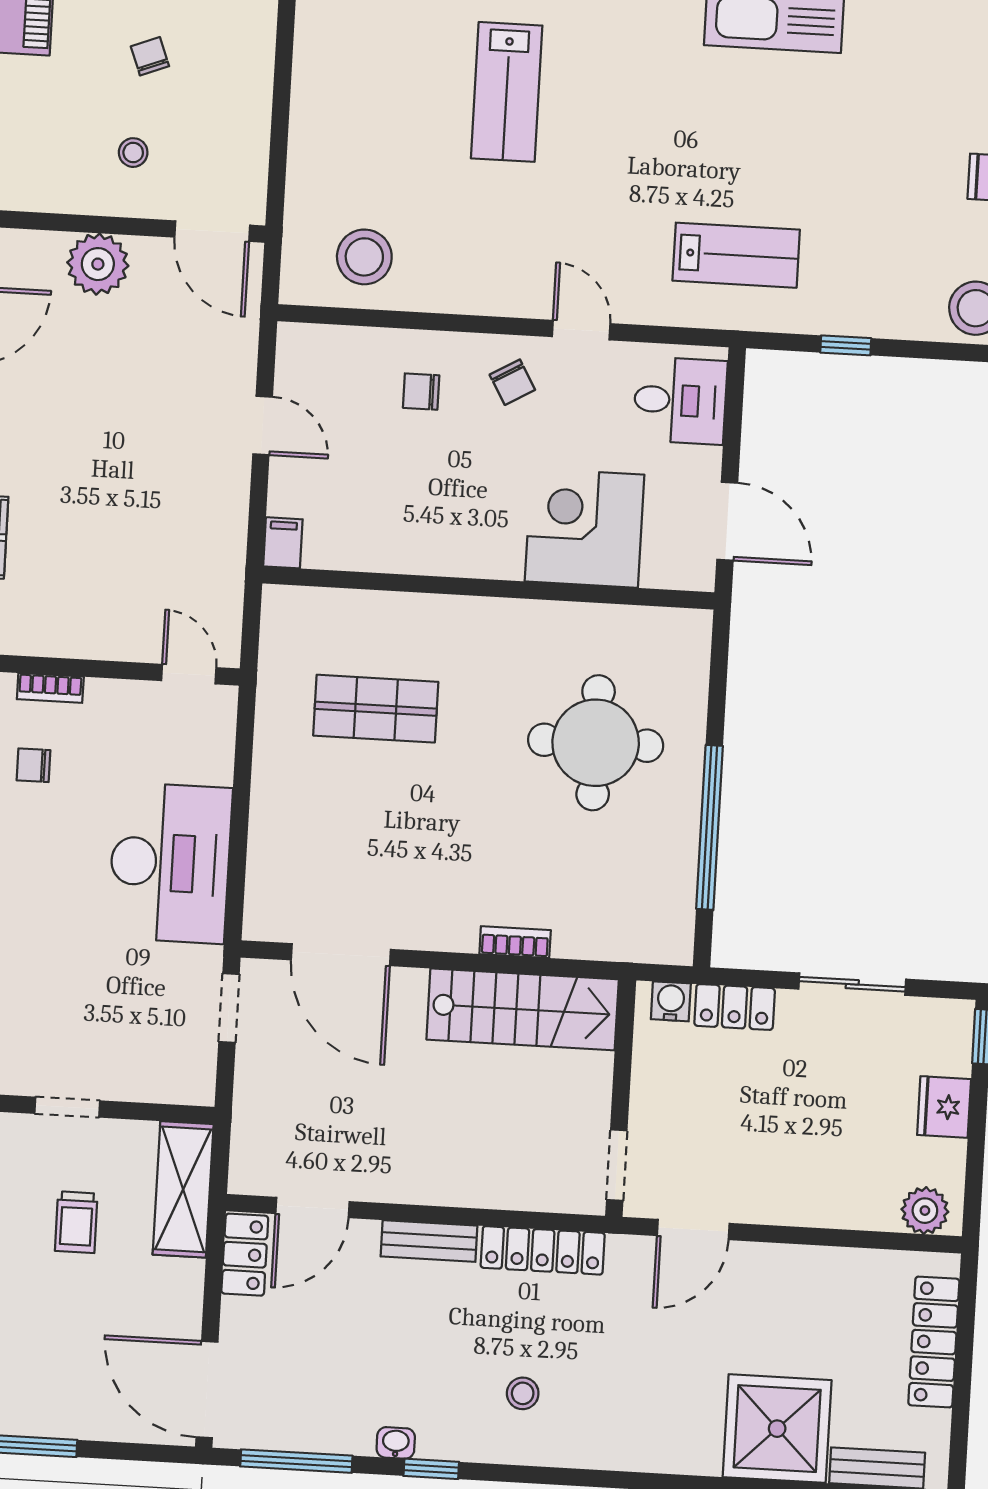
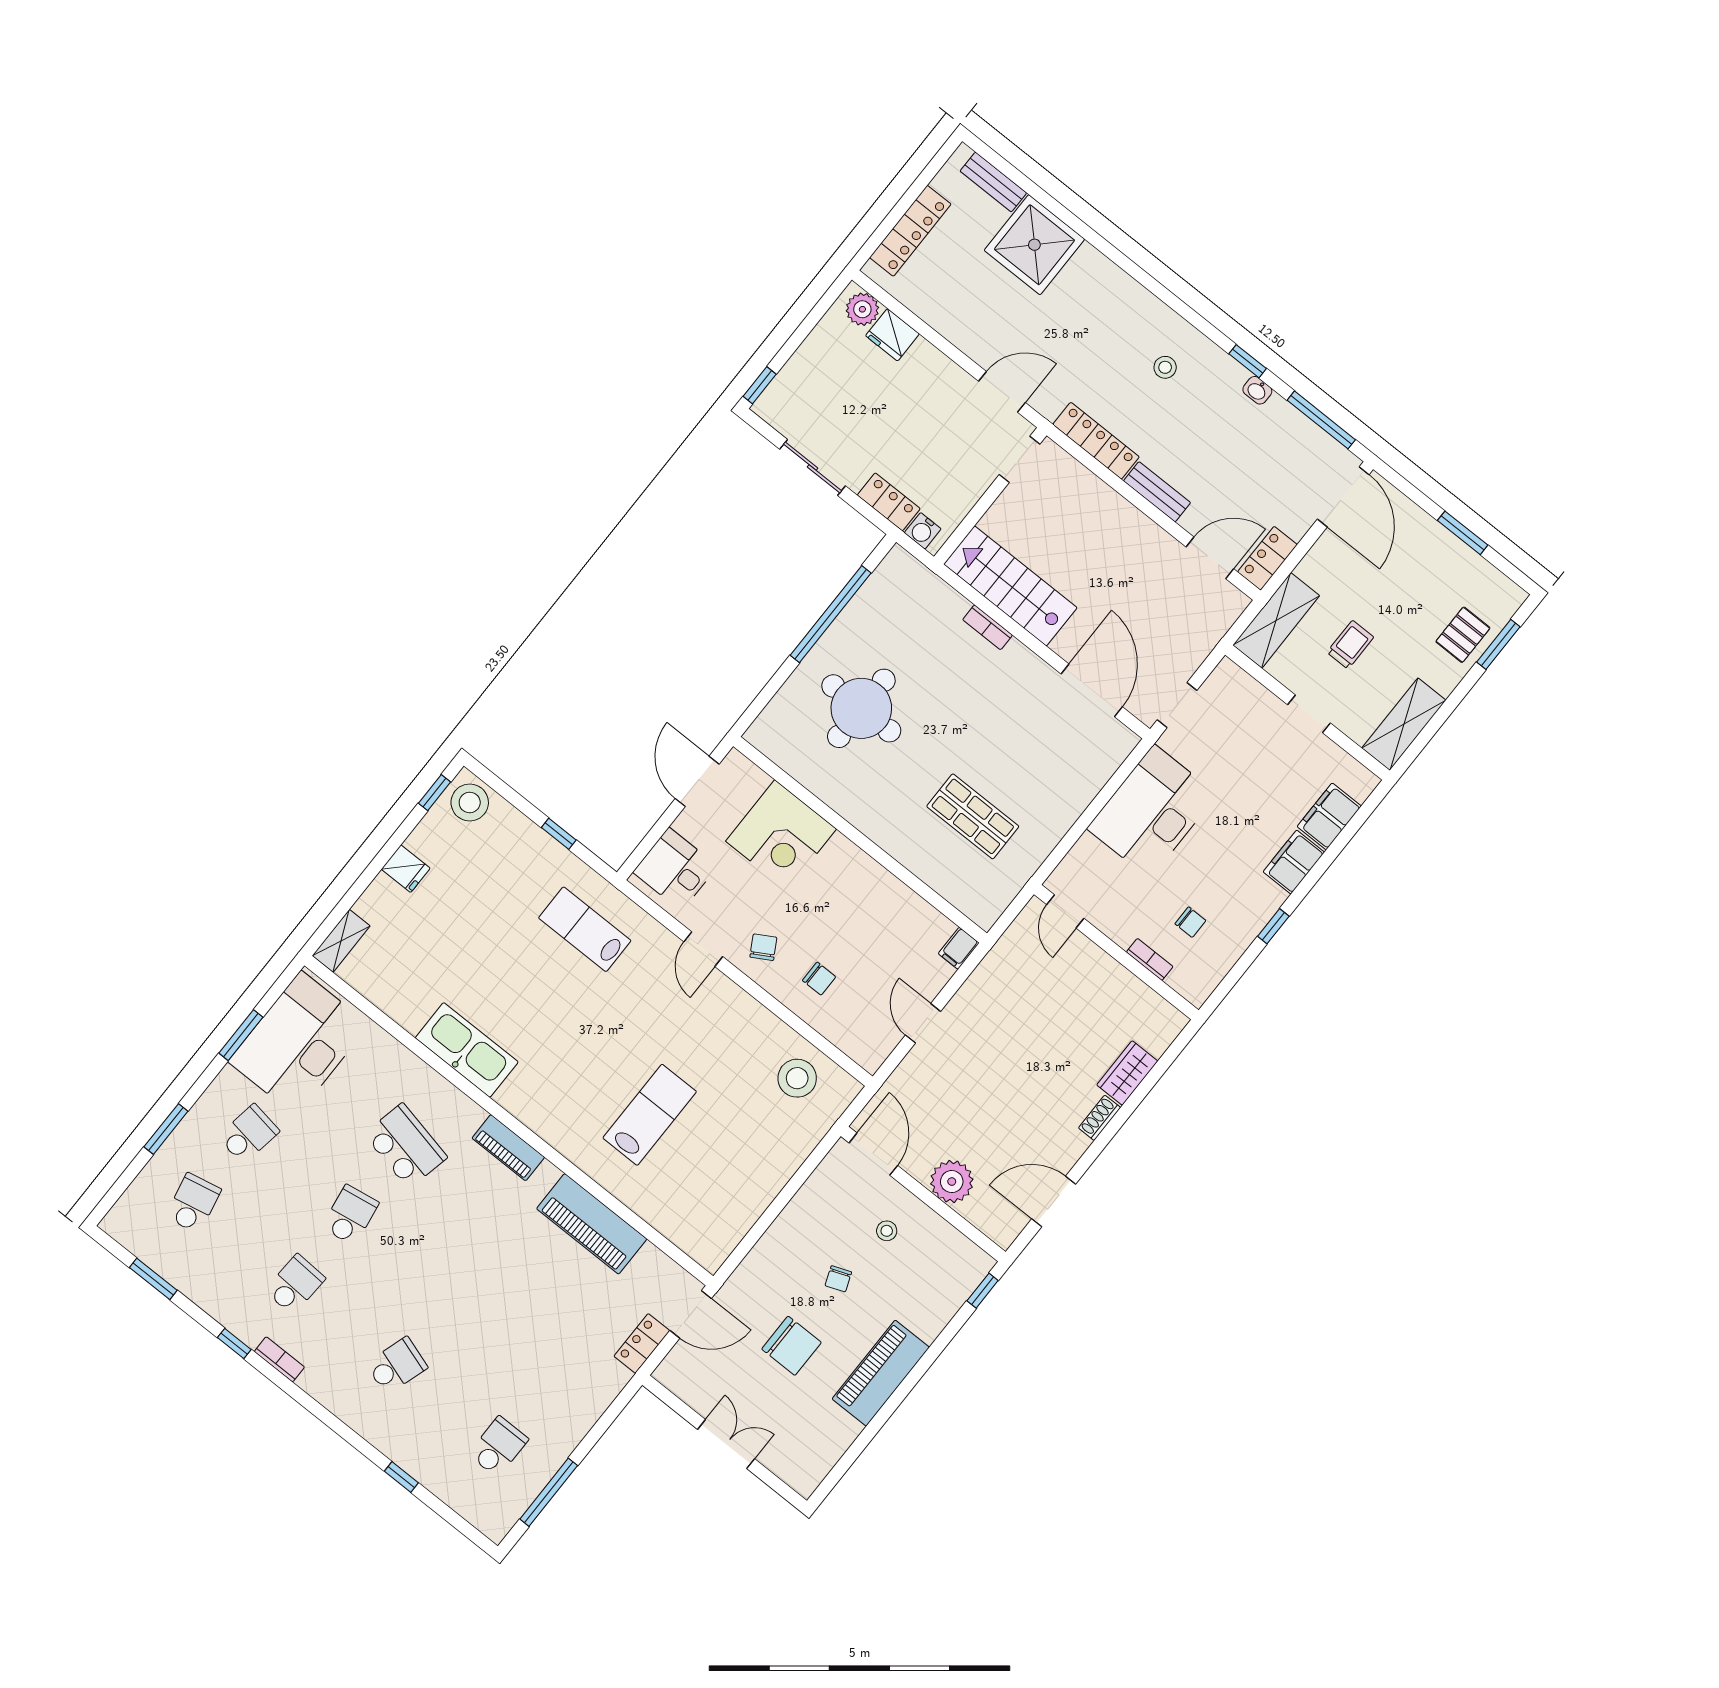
fridge: (944, 1107) -> (892, 335), moved, turned 90

